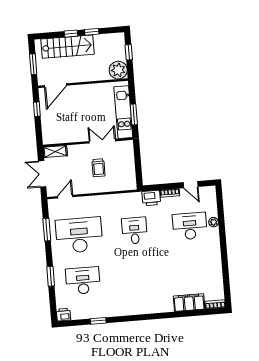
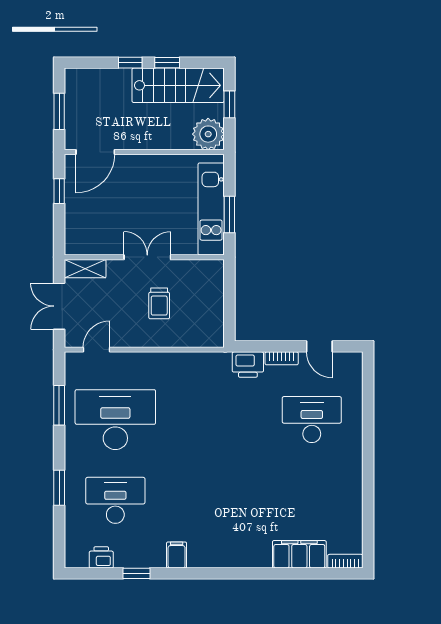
stairs: (67, 47) -> (178, 85), moved
double door: (102, 141) -> (147, 257), moved
plant: (214, 222) -> (354, 416), removed
desk: (134, 231) -> (214, 420), removed
filing cabinet: (120, 309) -> (177, 555), added
printer: (63, 315) -> (101, 557), moved

